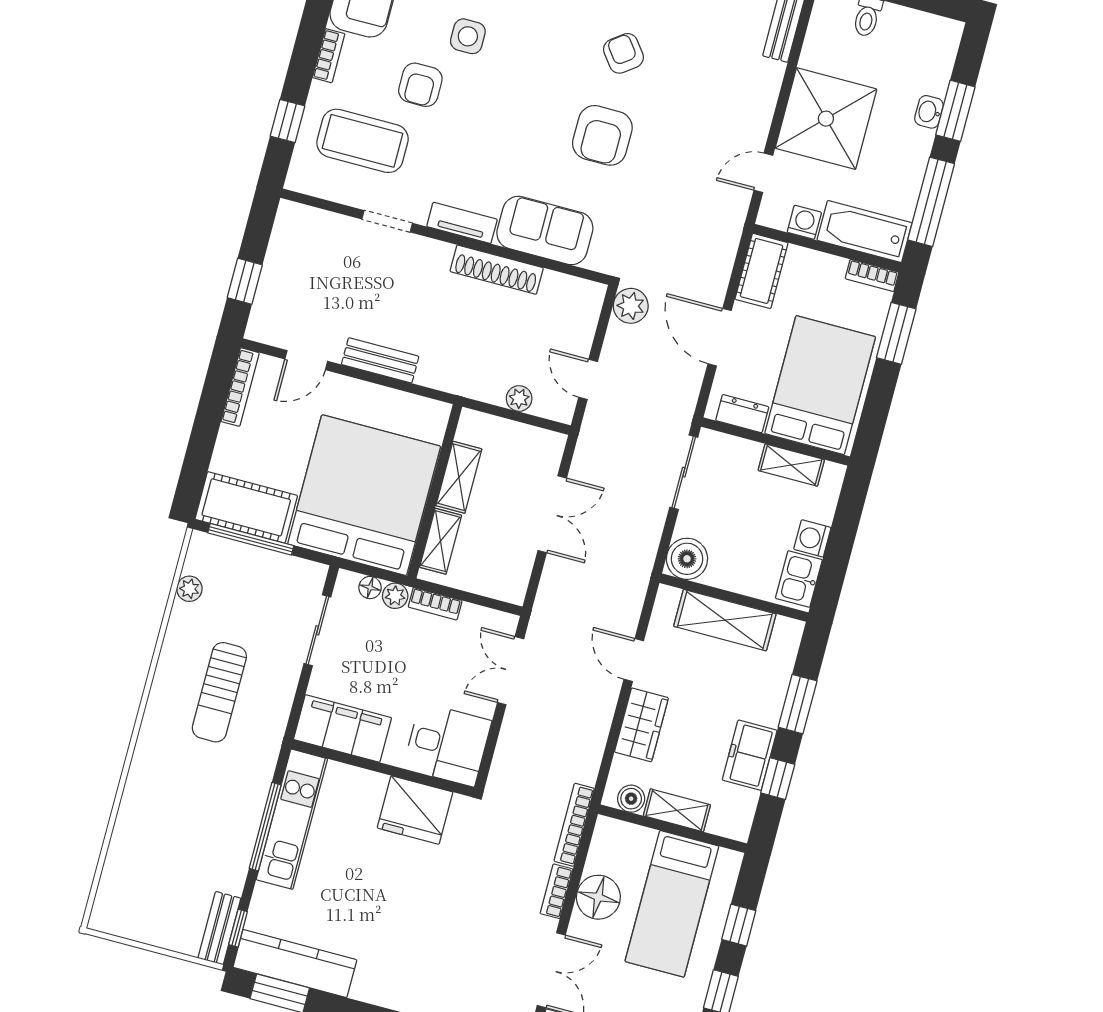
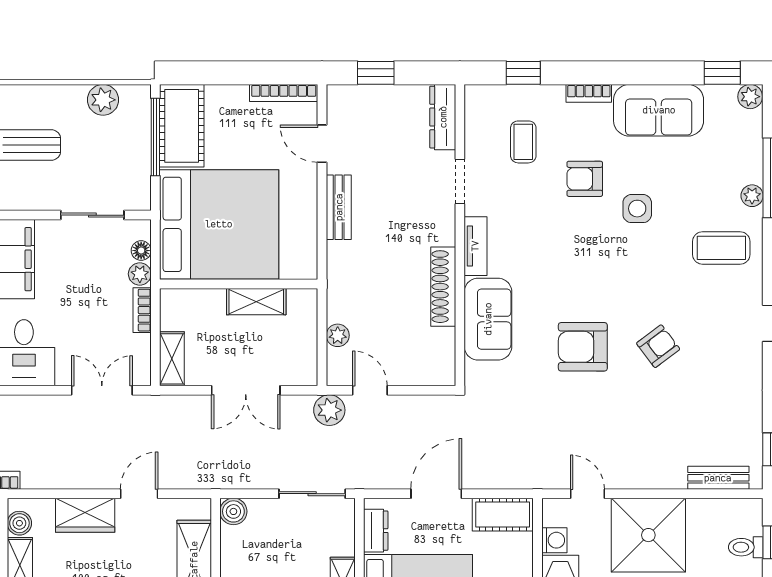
coffee table: (362, 141) -> (523, 142), width x0.54, depth x0.58
dresser: (312, 221) -> (443, 117), added
plant: (631, 306) -> (329, 410), moved
door: (588, 379) -> (370, 390), hinge flipped
shelving: (441, 541) -> (172, 359), moved, turned 90
boiler: (687, 559) -> (233, 511), width x0.73, depth x0.73
plant: (189, 589) -> (103, 100), width x1.38, depth x1.38

